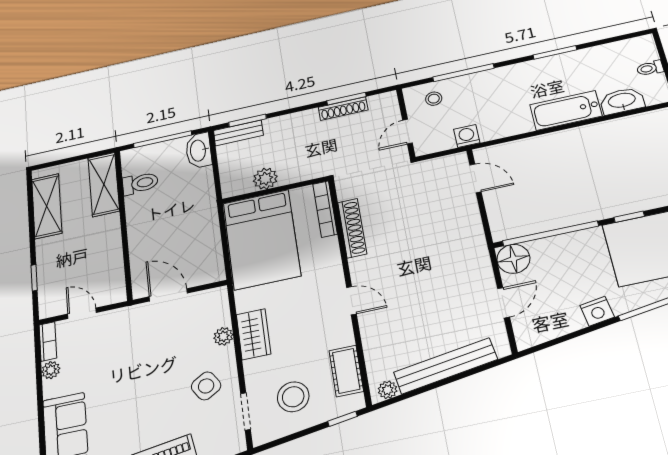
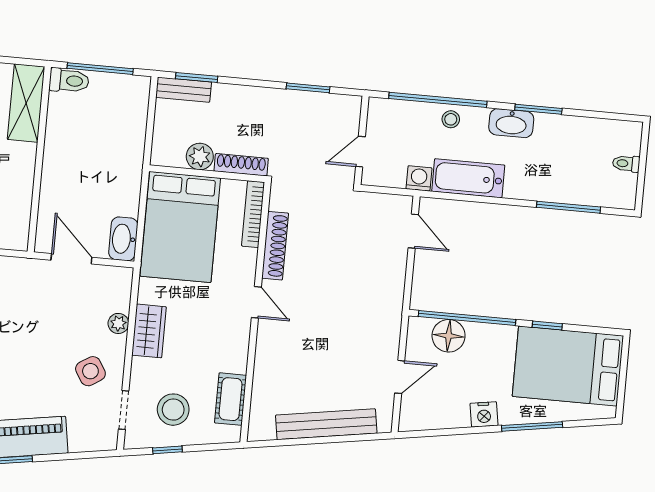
window: (463, 73) -> (438, 100), width x1.46
stool: (434, 99) -> (451, 119), moved
washbasin: (622, 101) -> (511, 123), moved, turned 180
shoe rack: (343, 109) -> (241, 165), moved, turned 180
bathtub: (566, 110) -> (468, 178), moved
window: (611, 117) -> (569, 207), added
washbasin: (199, 150) -> (123, 239), moved
toilet: (140, 183) -> (69, 81), moved
floor lamp: (513, 259) -> (449, 336), moved
door: (351, 301) -> (256, 302), moved
plant: (388, 390) -> (265, 431), removed
window: (343, 419) -> (167, 450), moved

